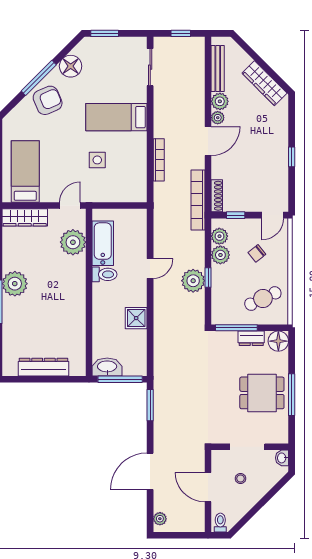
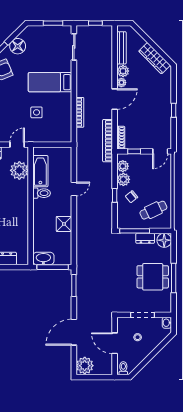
window: (105, 33) -> (53, 23), moved
chair: (257, 253) -> (131, 197), moved
plant: (193, 281) -> (104, 198), removed
plant: (160, 519) -> (85, 366), width x1.88, depth x1.88

